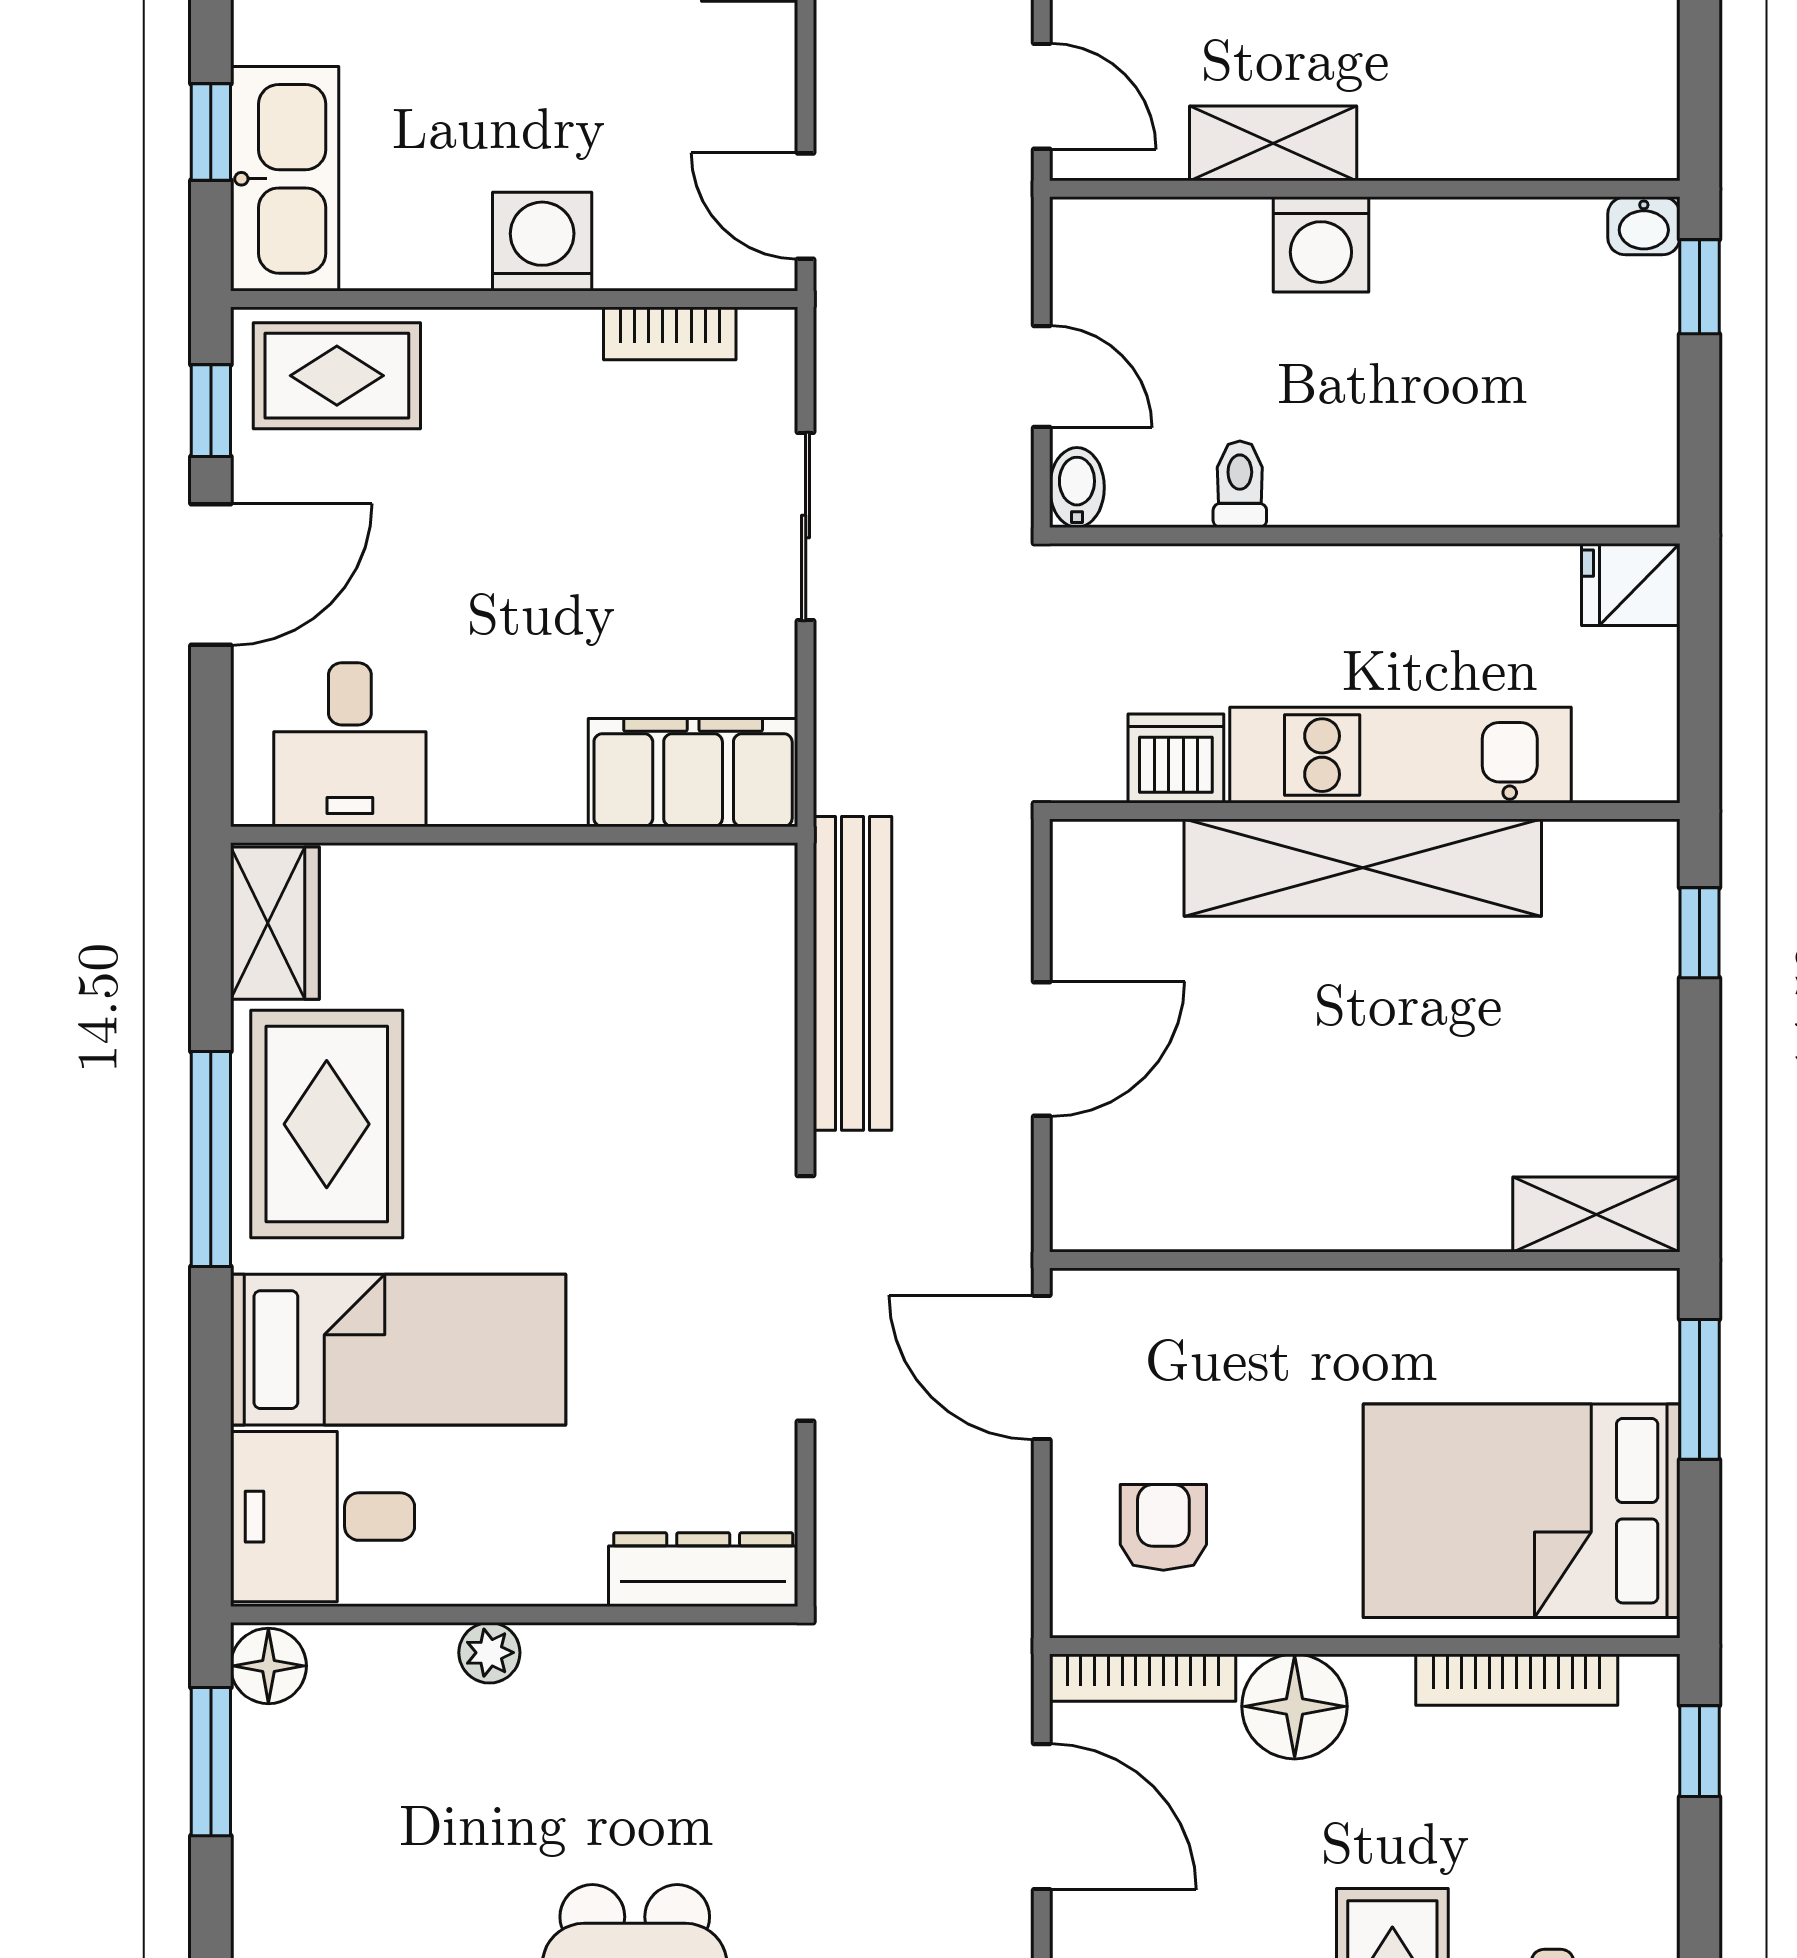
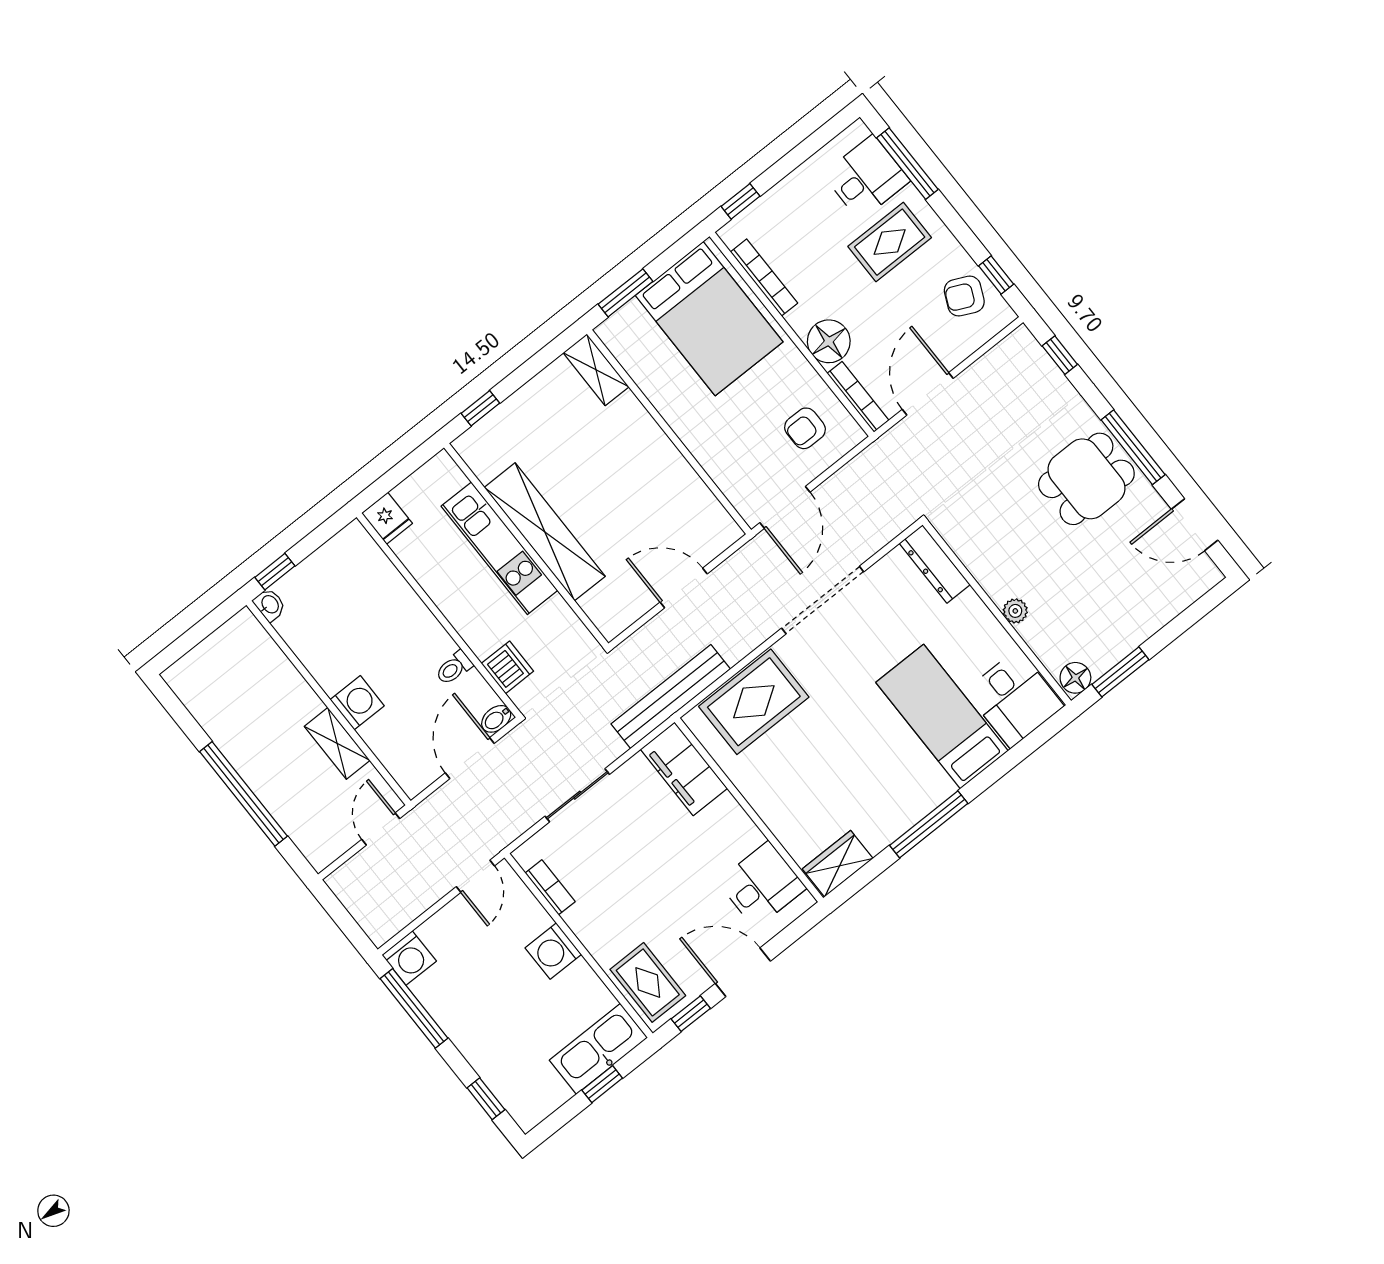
door: (1042, 376) -> (470, 758), width x1.38
dishwasher: (1176, 759) -> (507, 667), moved, turned 180
bench: (852, 973) -> (671, 696), moved
rug: (327, 1124) -> (754, 702), moved

